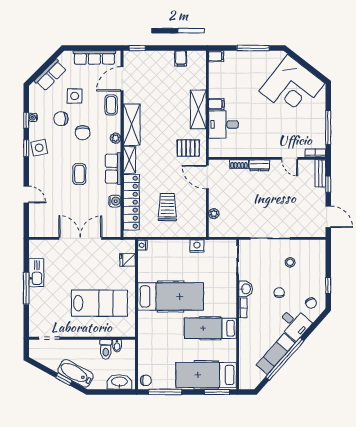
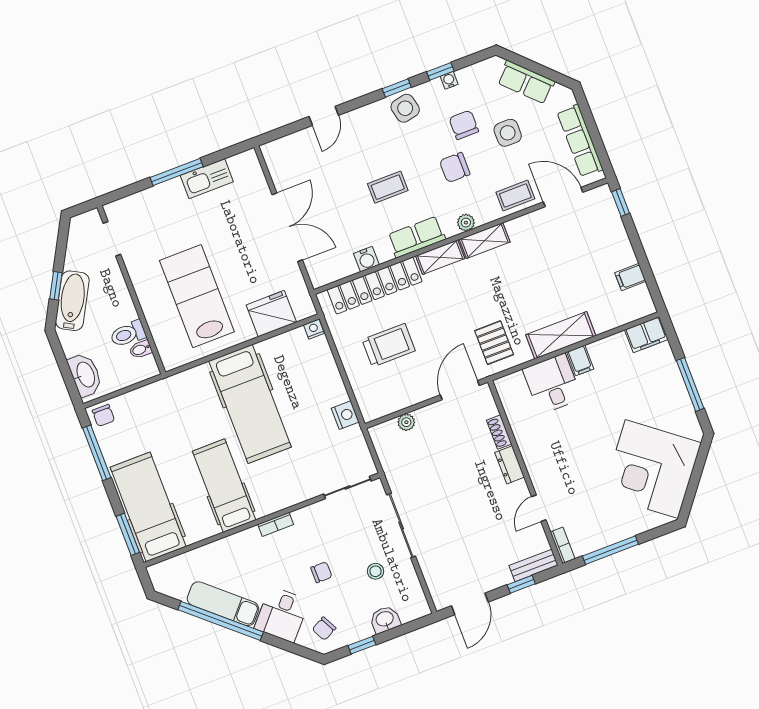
filing cabinet: (216, 56) -> (646, 335), width x2.00
shelving: (132, 125) -> (485, 241), width x0.67, depth x0.75
fridge: (128, 260) -> (271, 314), width x1.88, depth x1.34
washbasin: (246, 289) -> (385, 619), moved, turned 180
lab bench: (99, 303) -> (197, 296), turned 180

